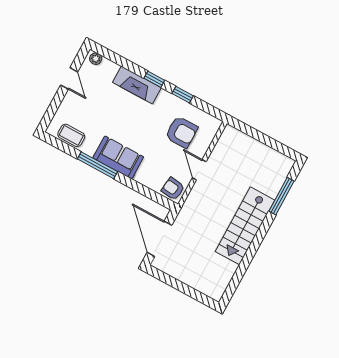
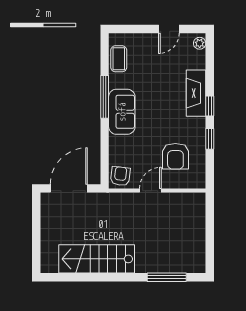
stairs: (245, 226) -> (97, 259), moved

